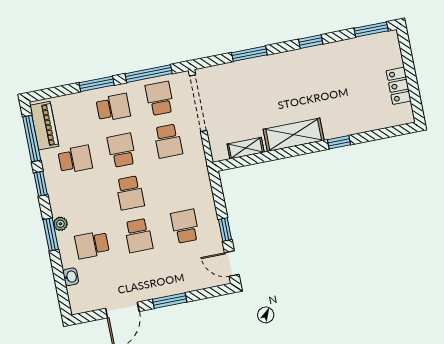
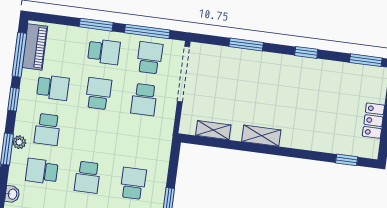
shelving: (294, 135) -> (261, 136), width x0.67, depth x0.75
window: (339, 142) -> (347, 160), moved
school desk: (130, 193) -> (47, 129), moved

